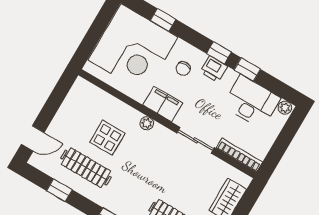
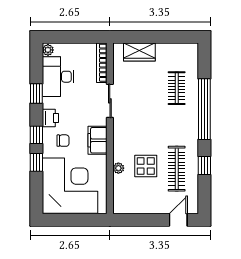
window: (163, 20) -> (36, 162), moved
window: (219, 53) -> (36, 135), moved
plant: (147, 123) -> (118, 168), moved
door: (33, 138) -> (178, 220), hinge flipped
window: (59, 190) -> (204, 166), moved

